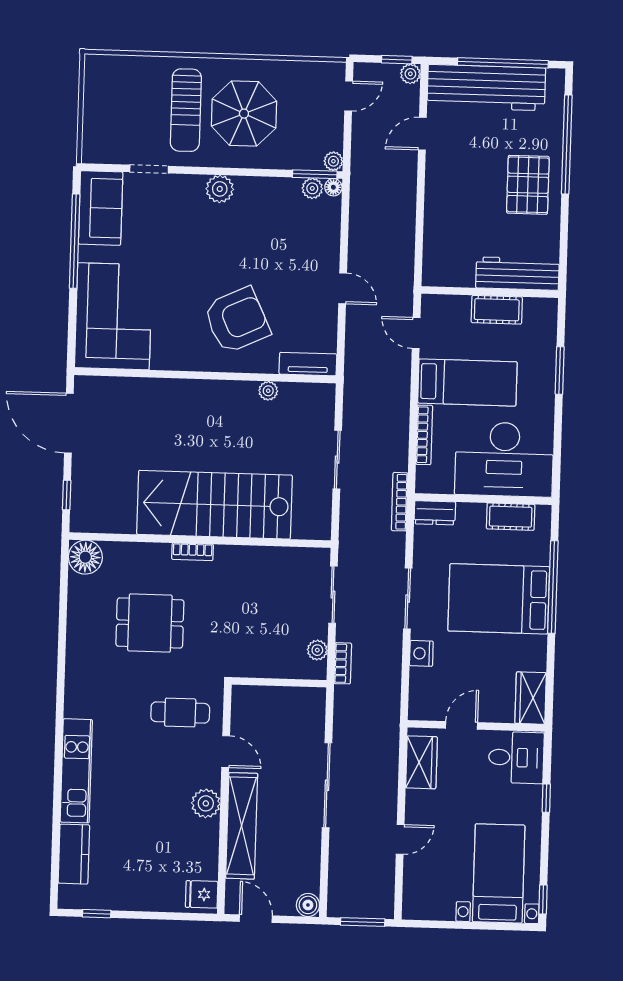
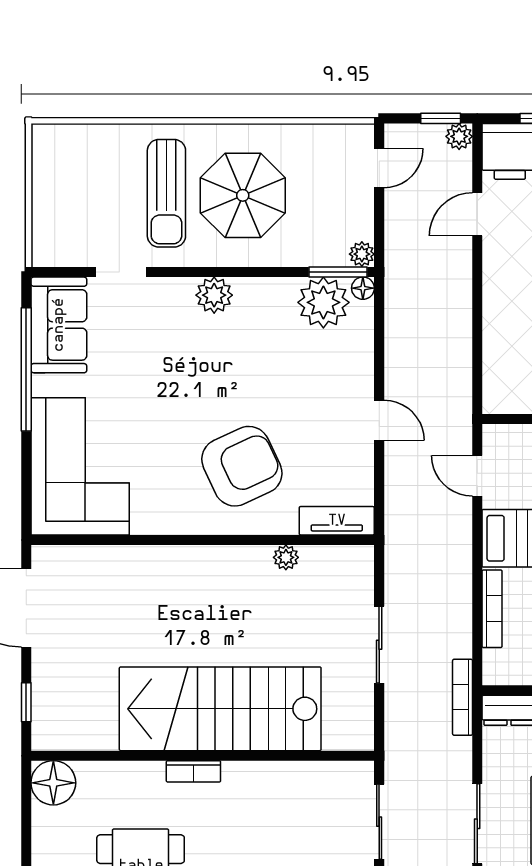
plant: (312, 188) -> (323, 302), width x1.88, depth x1.88

